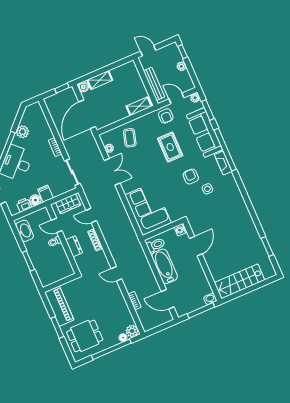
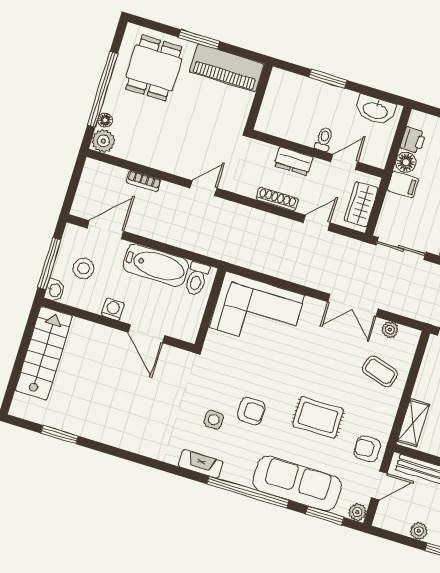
fireplace: (223, 163) -> (201, 464), moved
washing machine: (181, 230) -> (113, 309), moved
stool: (191, 295) -> (83, 268), added

